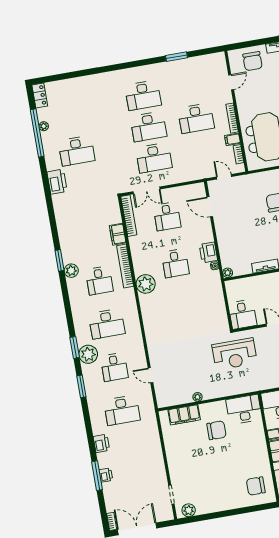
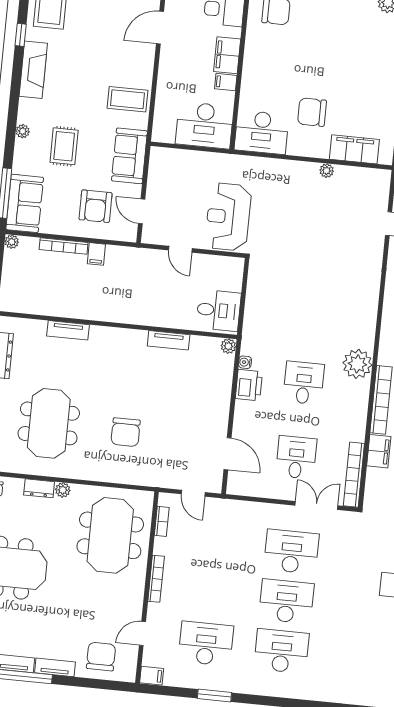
desk: (196, 118) -> (206, 644), moved
filing cabinet: (232, 139) -> (152, 676), moved
desk: (243, 314) -> (218, 310), moved, turned 90
reception desk: (235, 354) -> (228, 217), moved, turned -90

